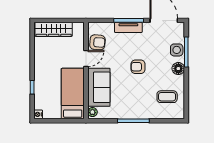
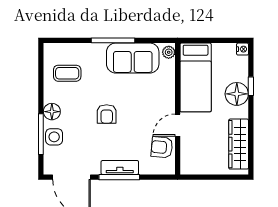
wardrobe: (54, 29) -> (239, 144), moved, turned -90
armchair: (138, 67) -> (107, 114), turned 90
floor lamp: (42, 81) -> (237, 94), added
sofa: (99, 87) -> (133, 58), moved, turned -90

